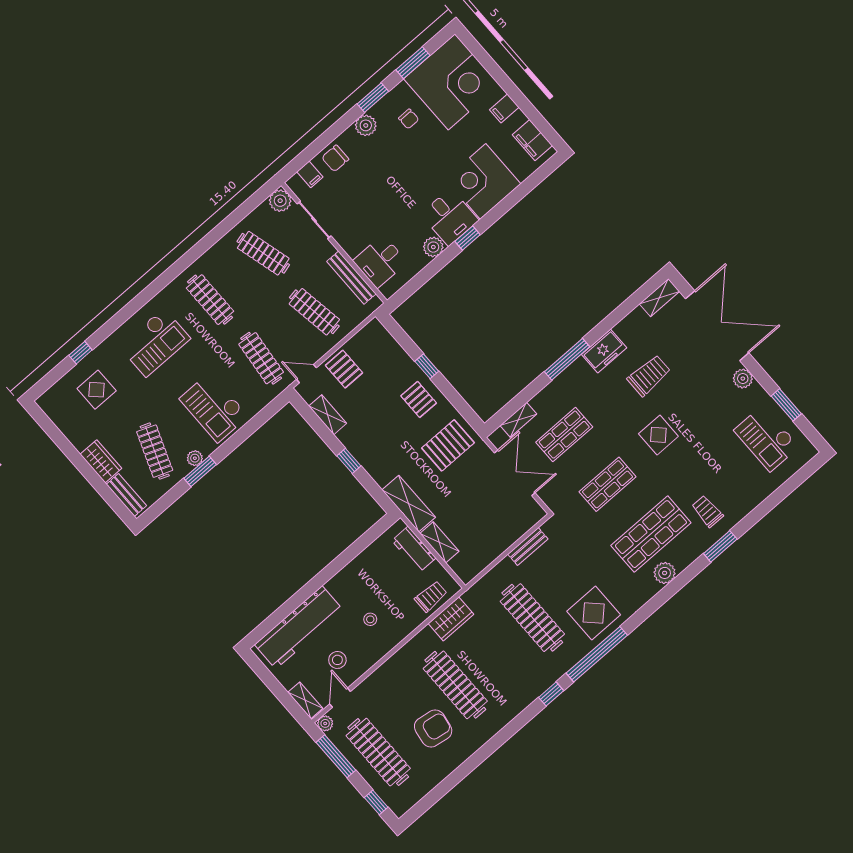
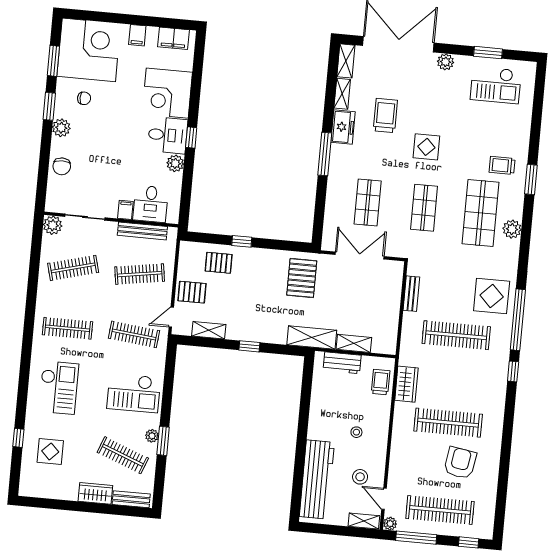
filing cabinet: (310, 174) -> (125, 210), moved, turned -90
pallet: (419, 399) -> (219, 263), moved
shelving: (518, 420) -> (342, 94), moved

